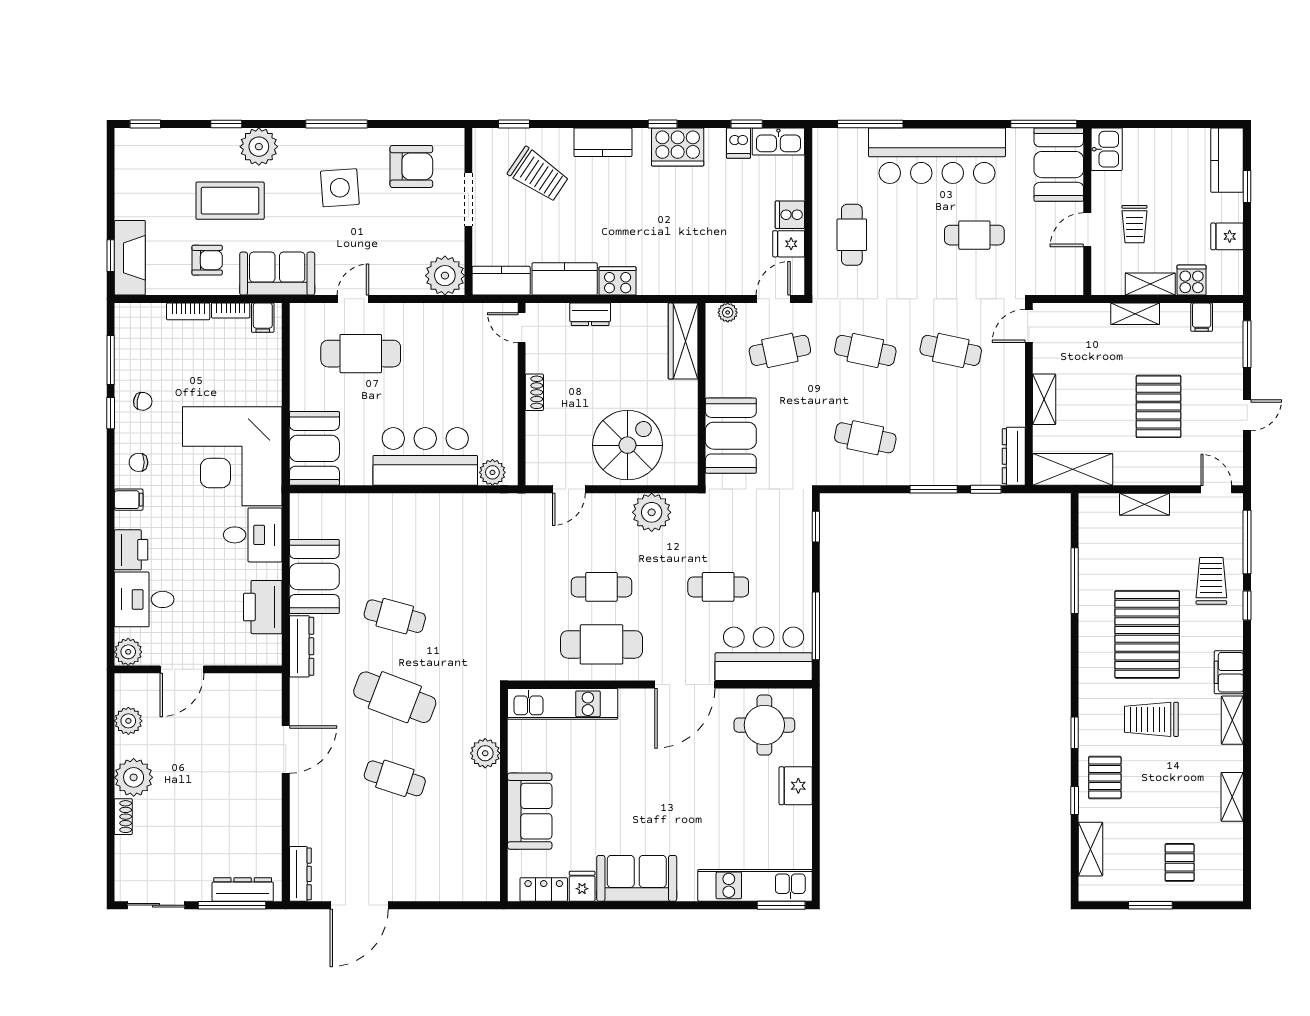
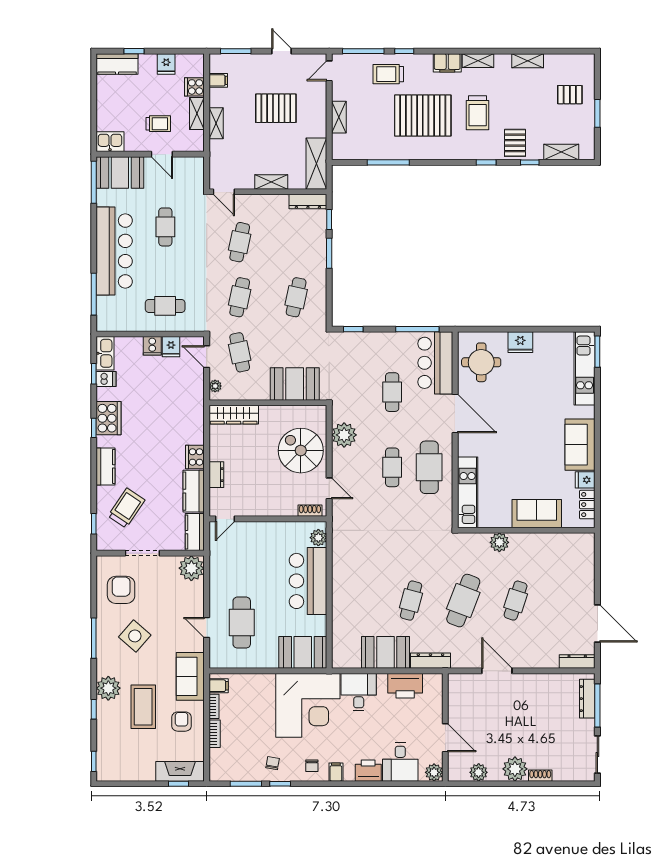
side table: (340, 188) -> (135, 636), turned 45
shoe rack: (534, 392) -> (310, 511), moved
pallet: (1105, 777) -> (515, 143), turned 90

